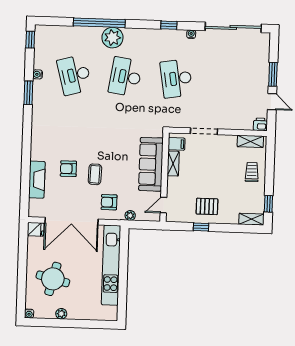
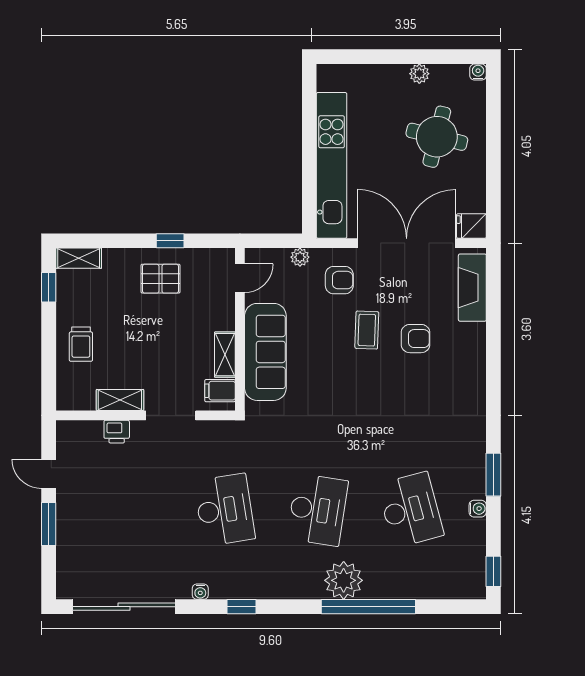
printer: (260, 124) -> (117, 432), moved
shelving: (250, 141) -> (120, 400), moved
fireplace: (37, 180) -> (472, 288), moved

